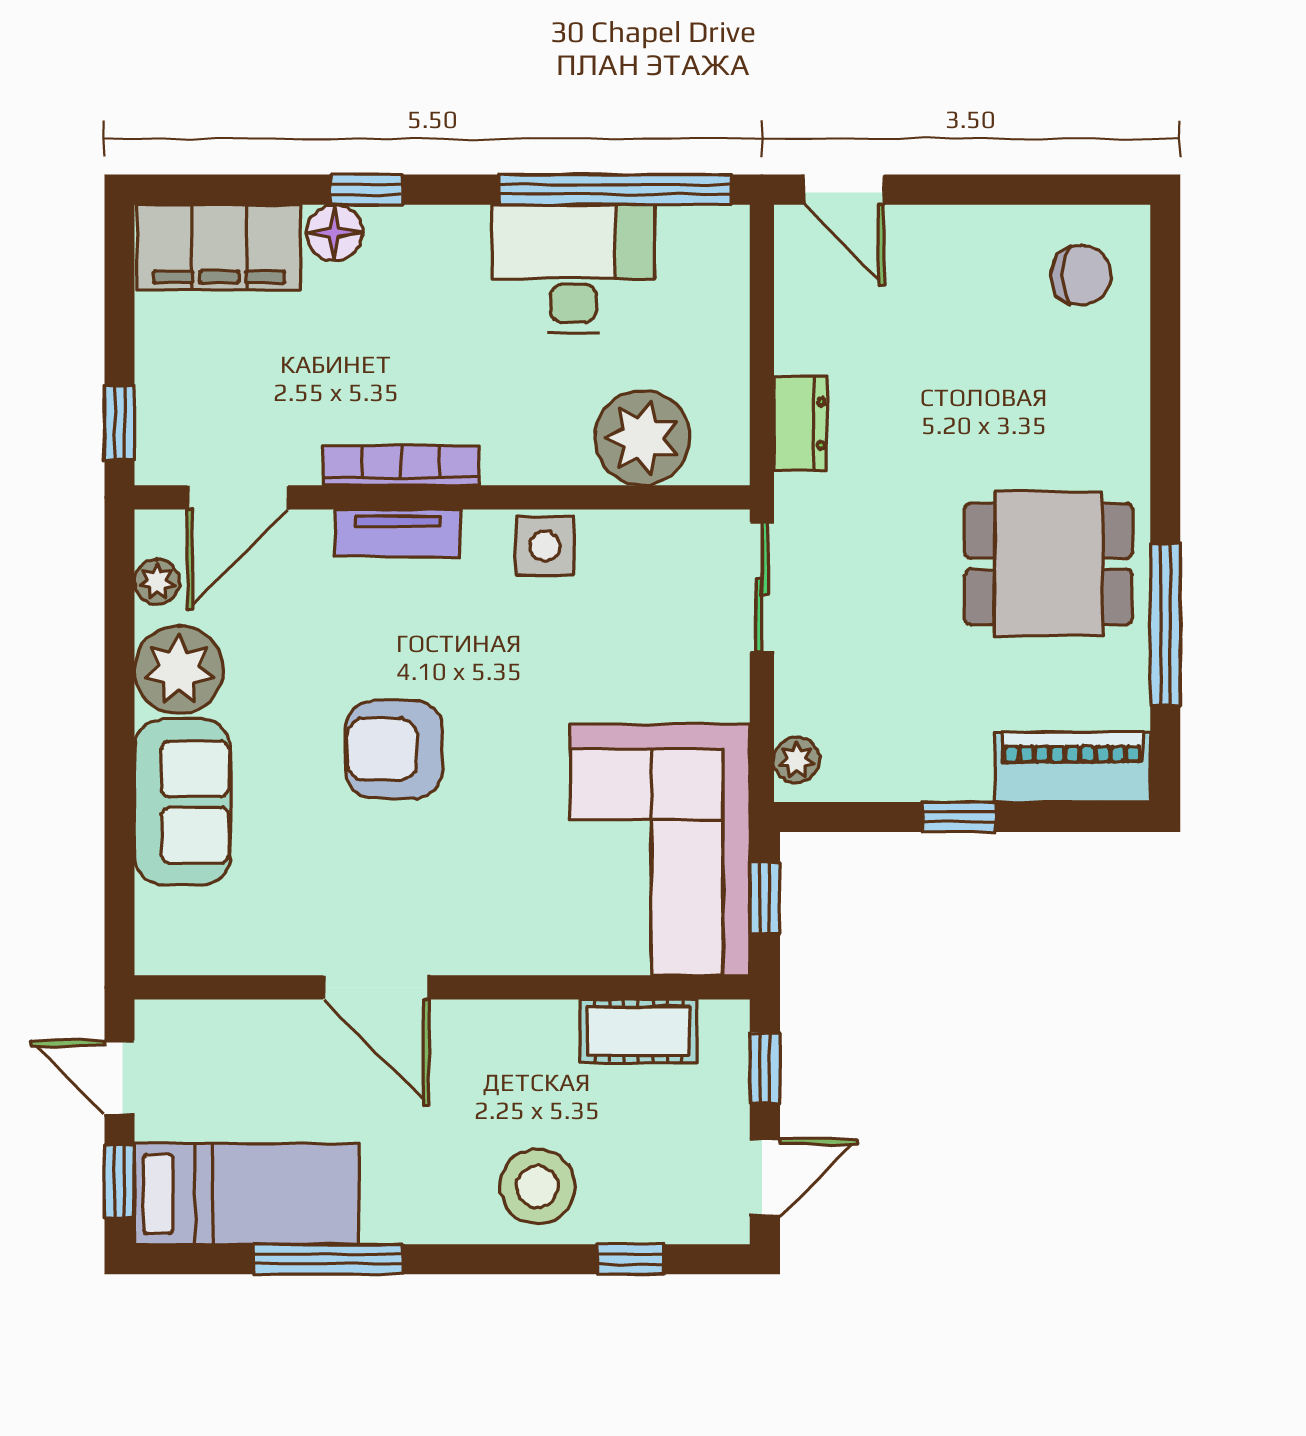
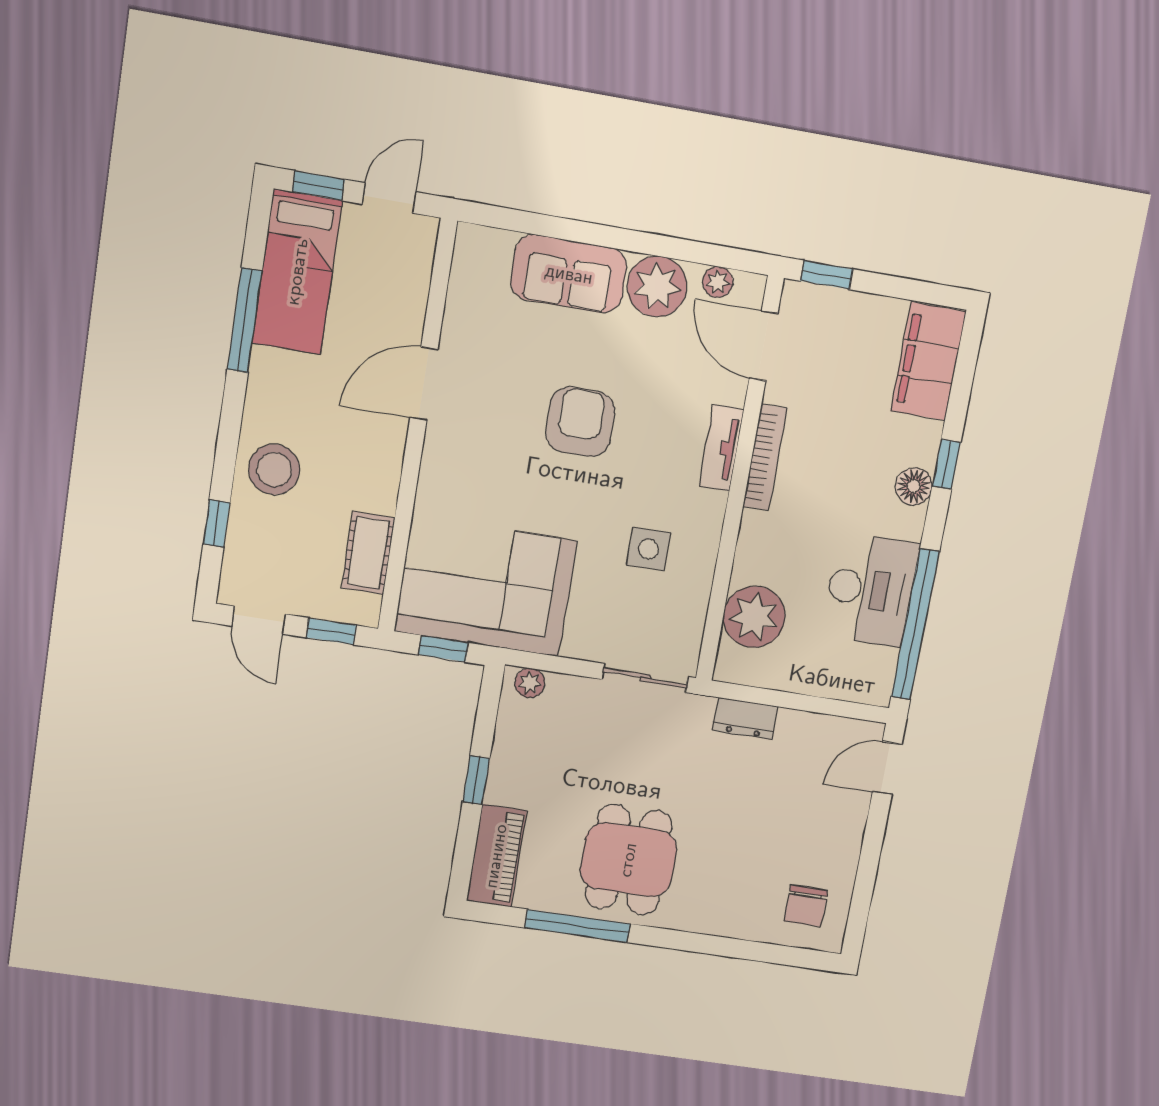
floor lamp: (335, 233) -> (914, 486), moved
side table: (545, 546) -> (649, 549), moved

